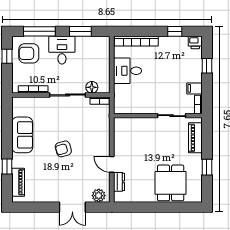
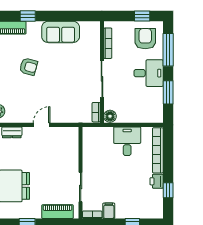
printer: (195, 42) -> (157, 181), moved
floor lamp: (92, 87) -> (110, 116), moved
armchair: (63, 149) -> (28, 67), moved, turned 121
door: (112, 164) -> (42, 125), moved

